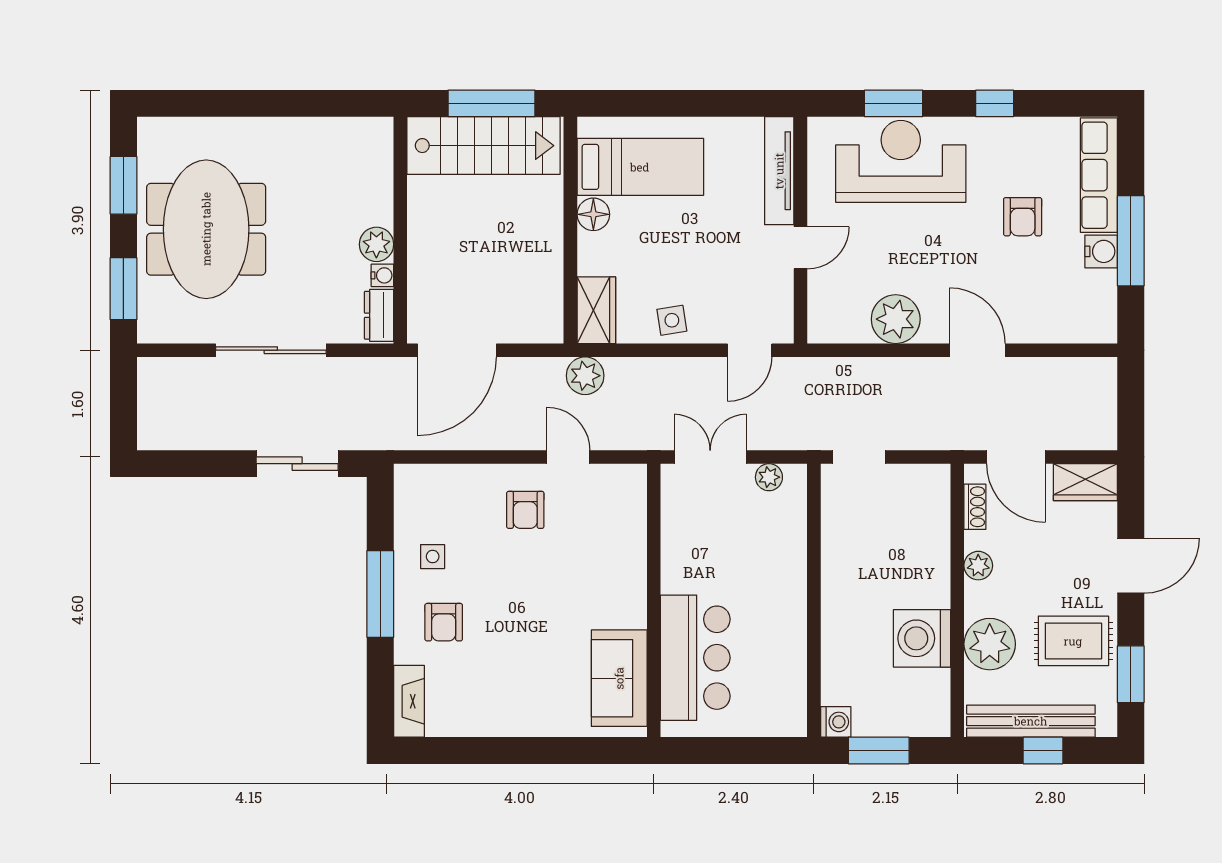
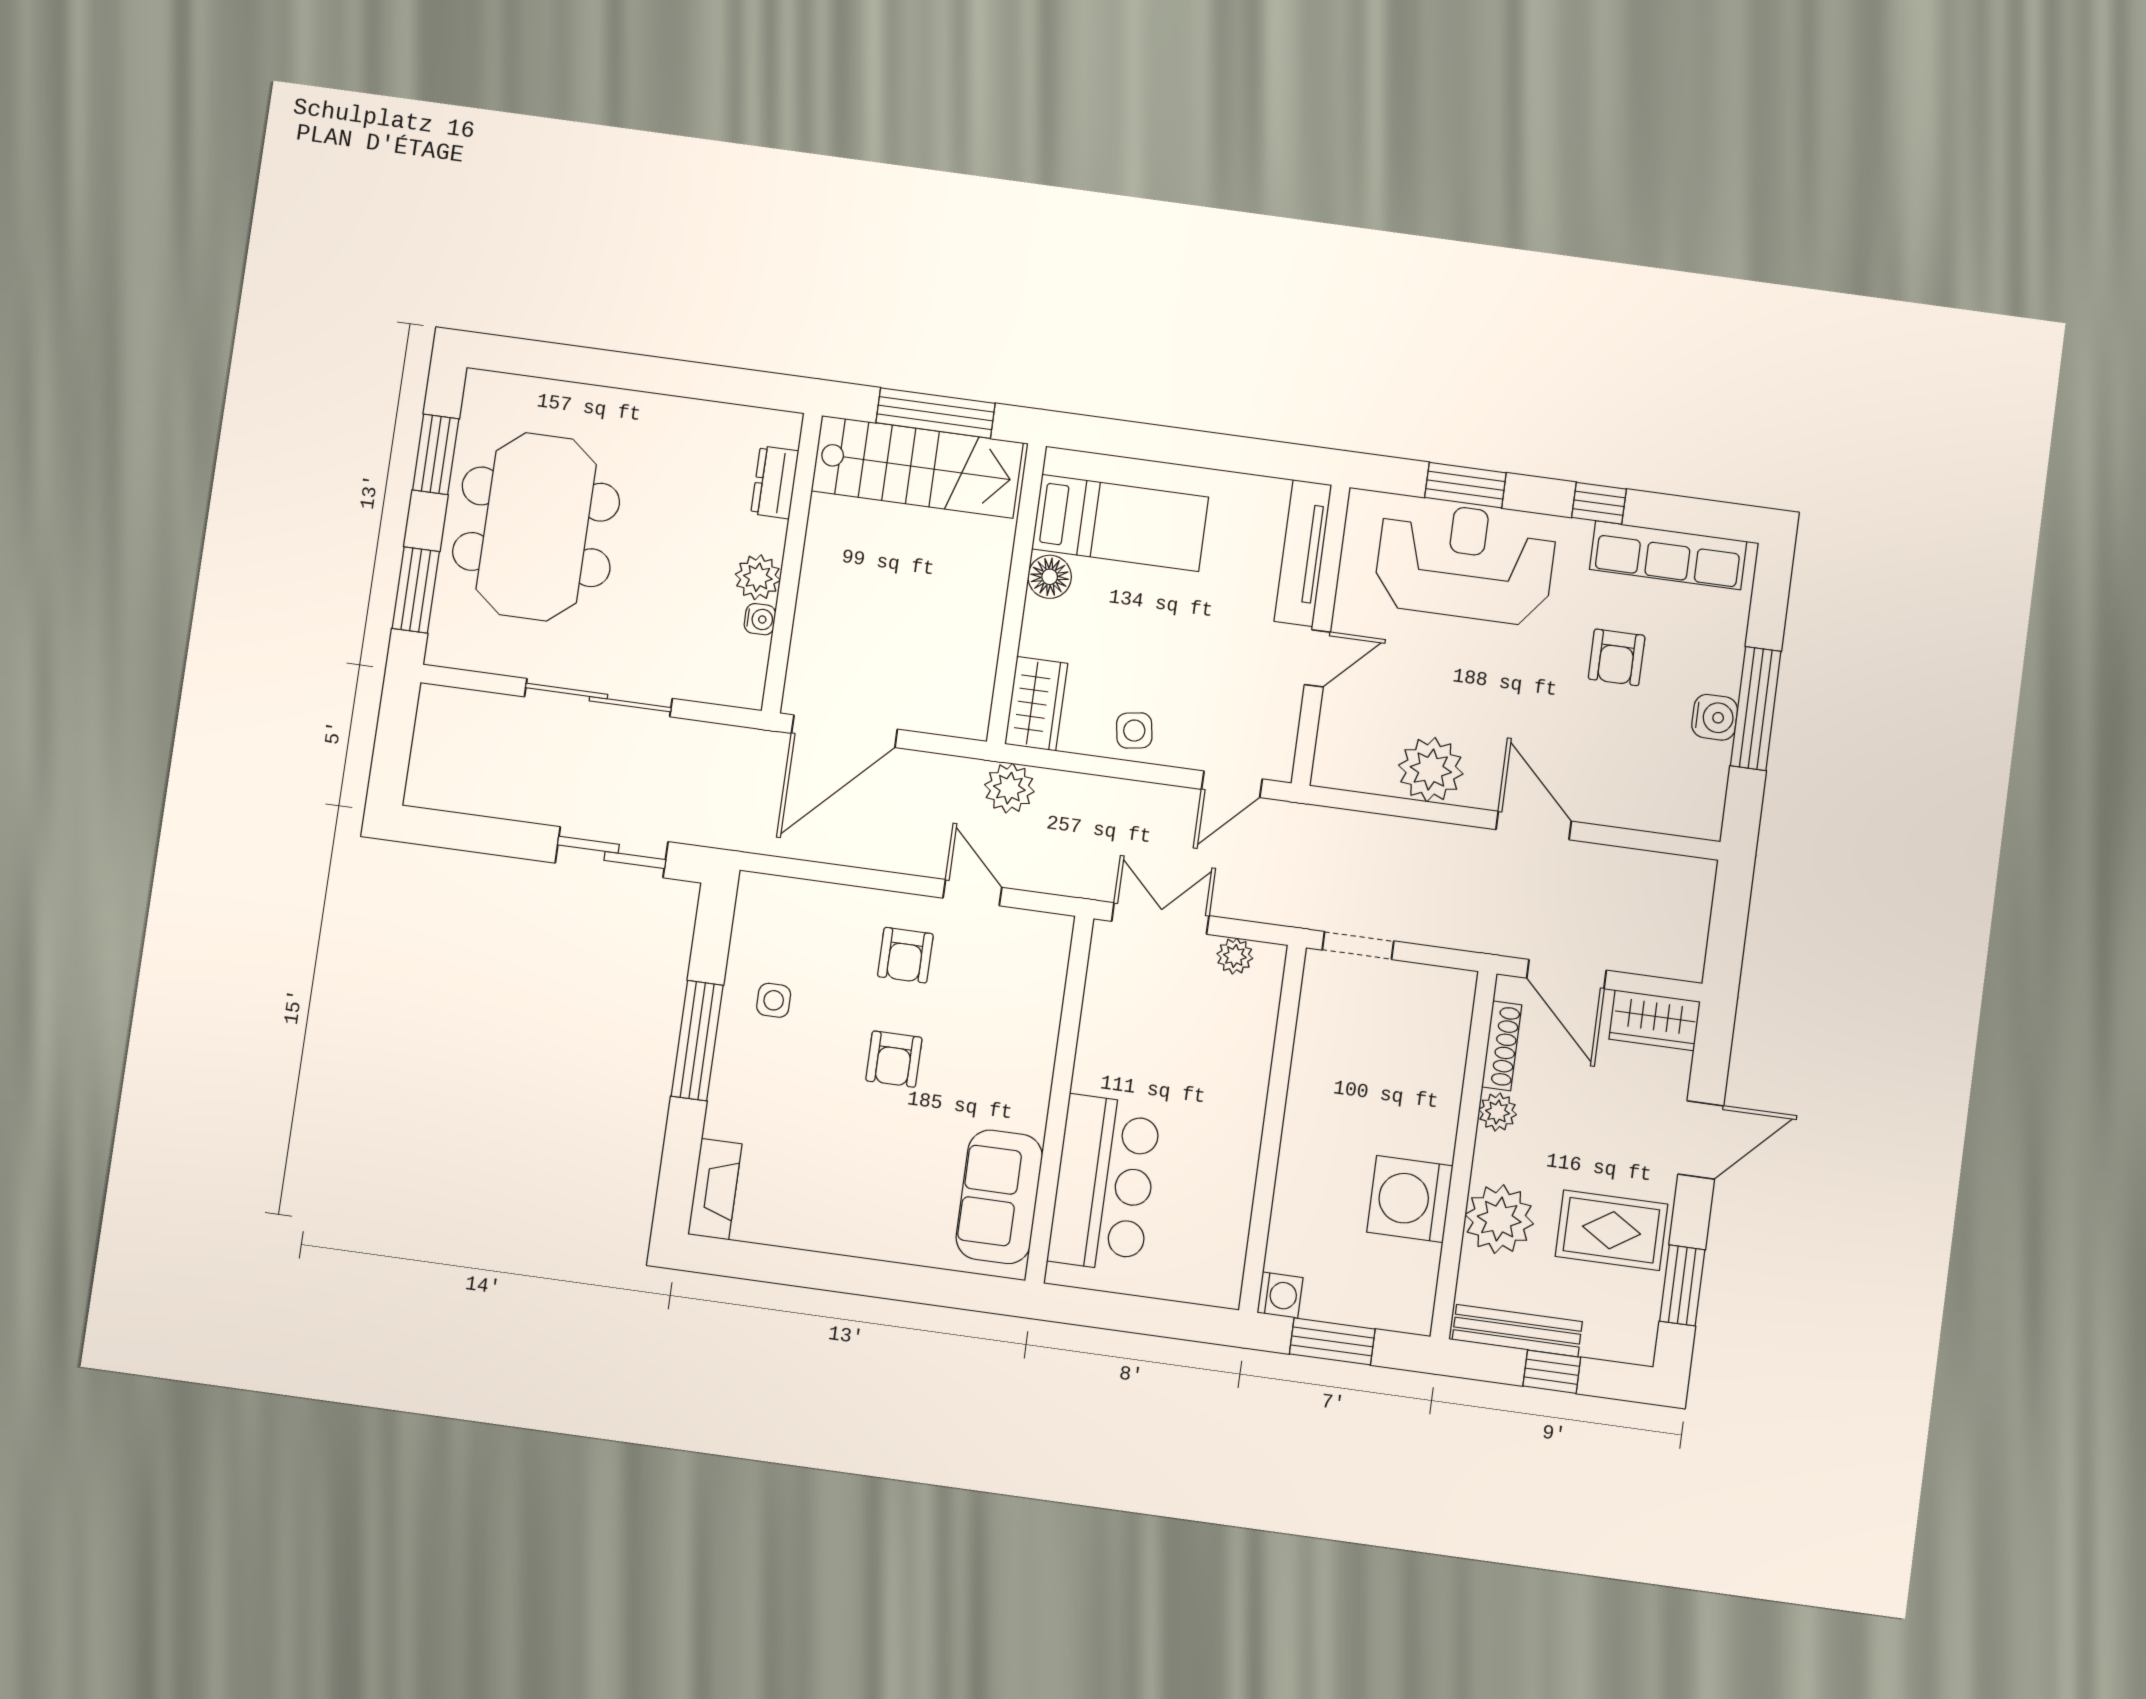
row of seats: (1099, 175) -> (1668, 555), moved, turned -90
dresser: (379, 315) -> (775, 482), moved
shoe rack: (975, 507) -> (1502, 1046), width x1.43
armchair: (444, 622) -> (894, 1059), moved
bench: (1031, 721) -> (1517, 1331), width x0.73, depth x0.82

